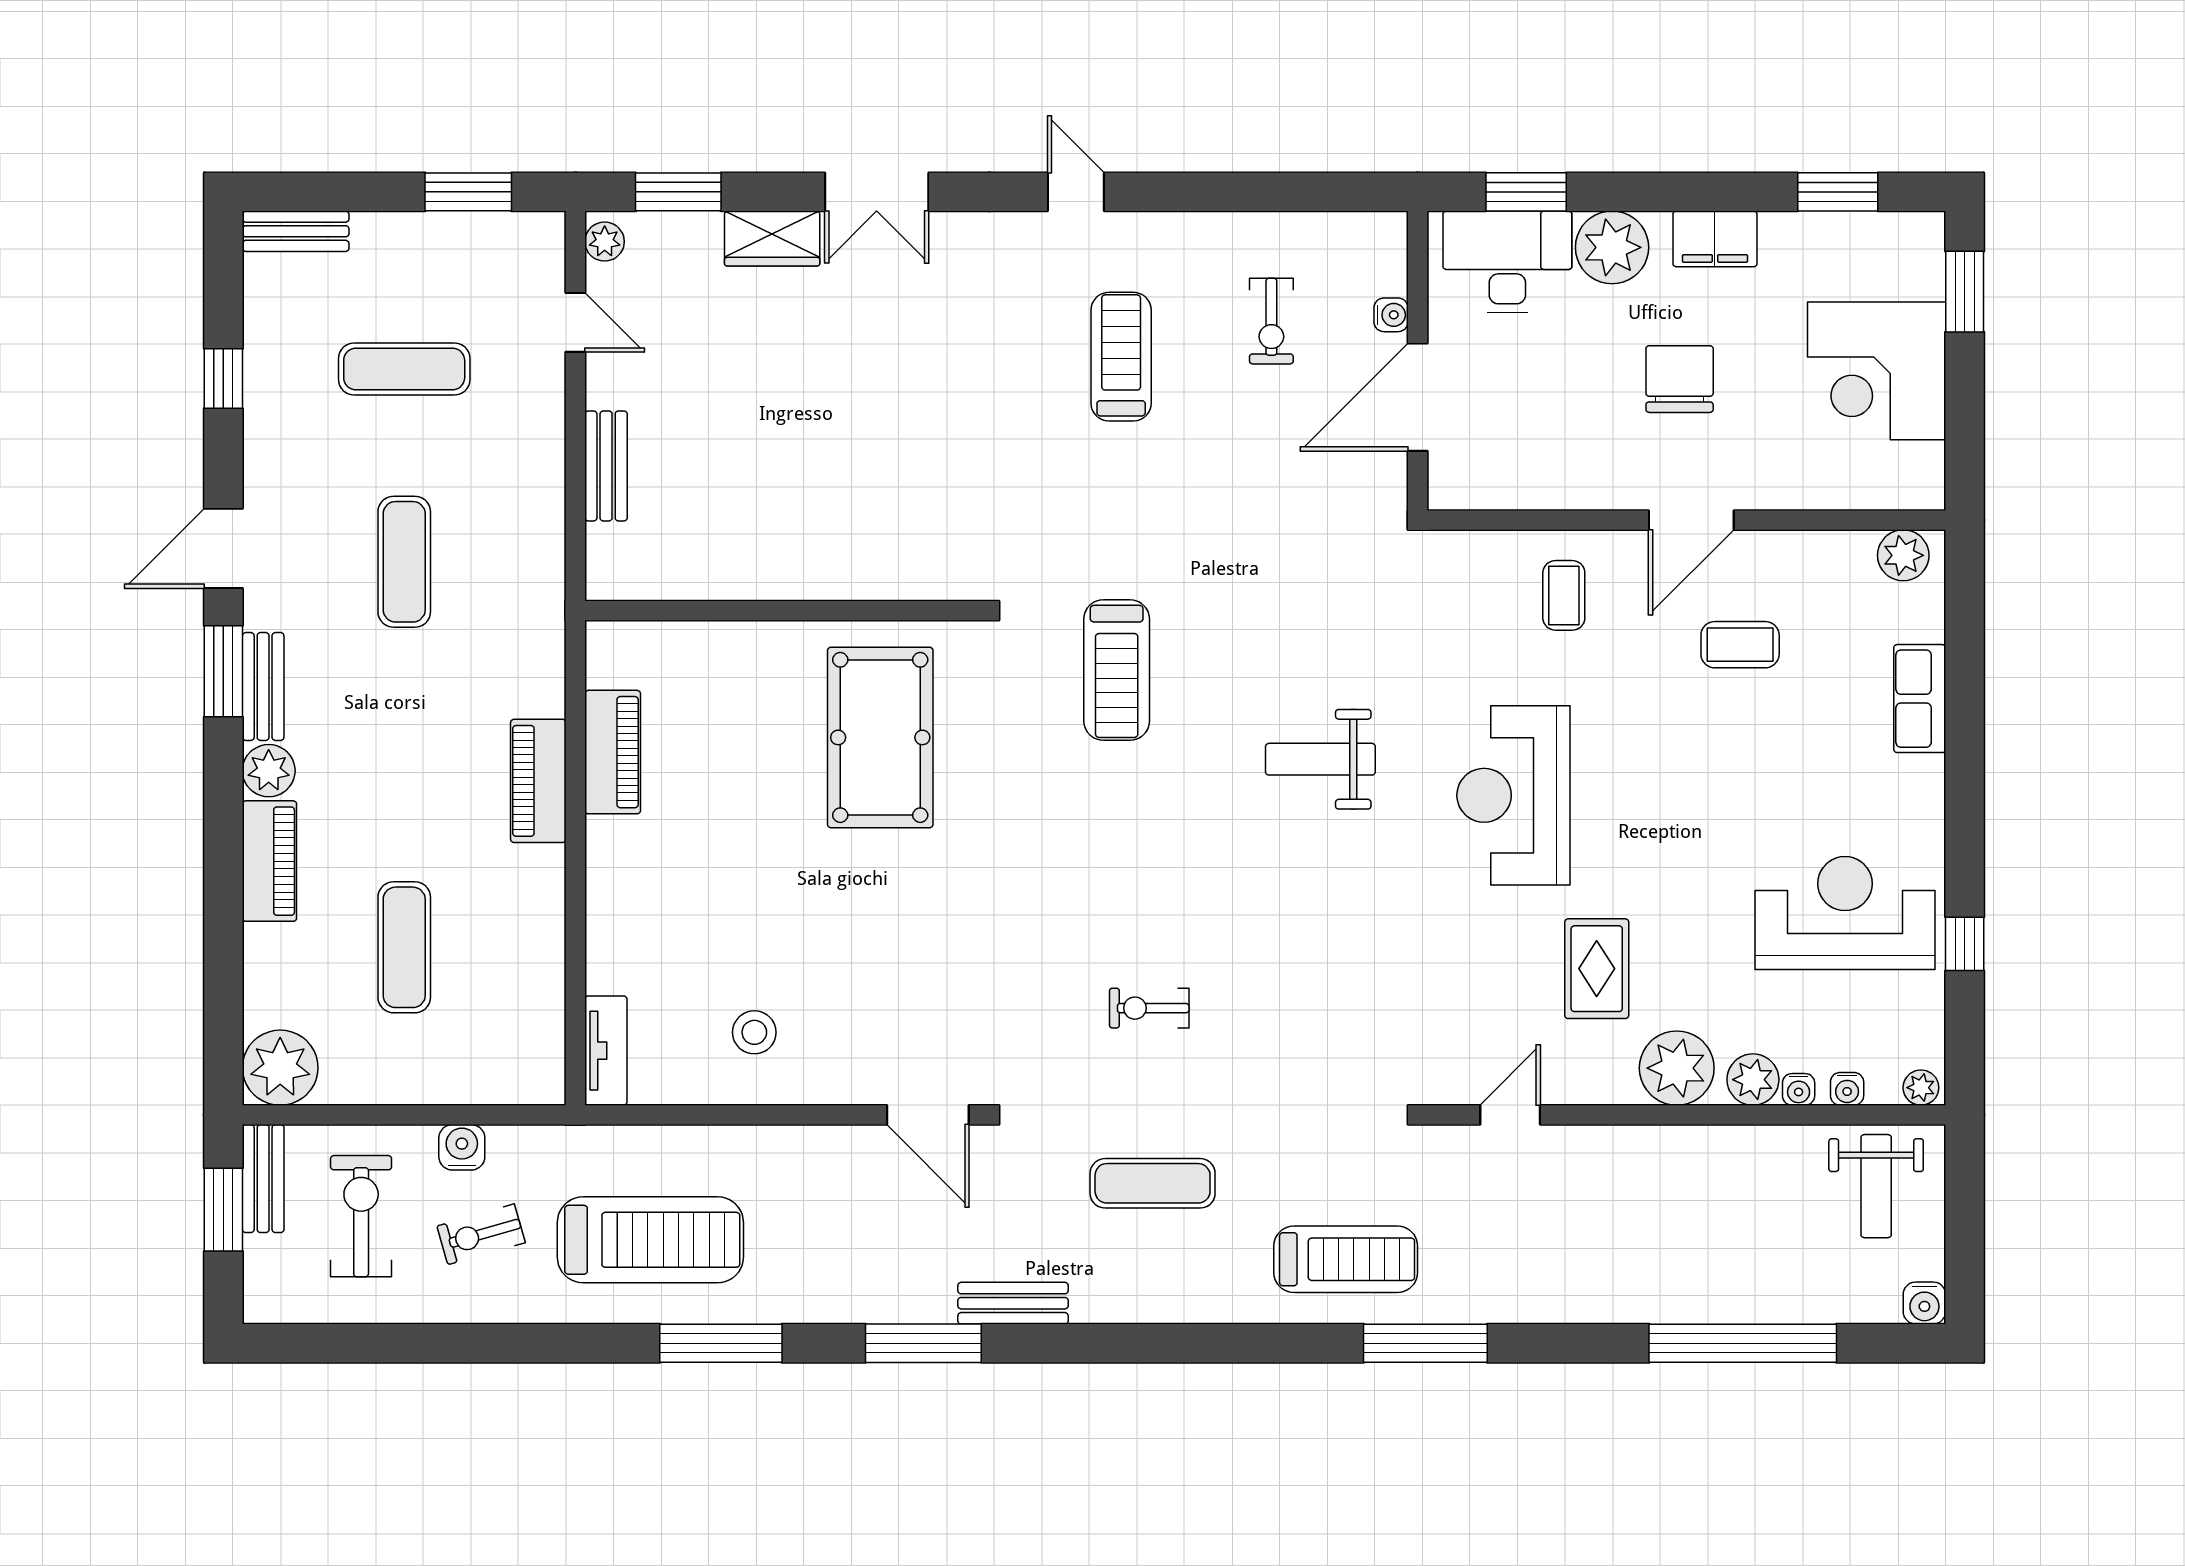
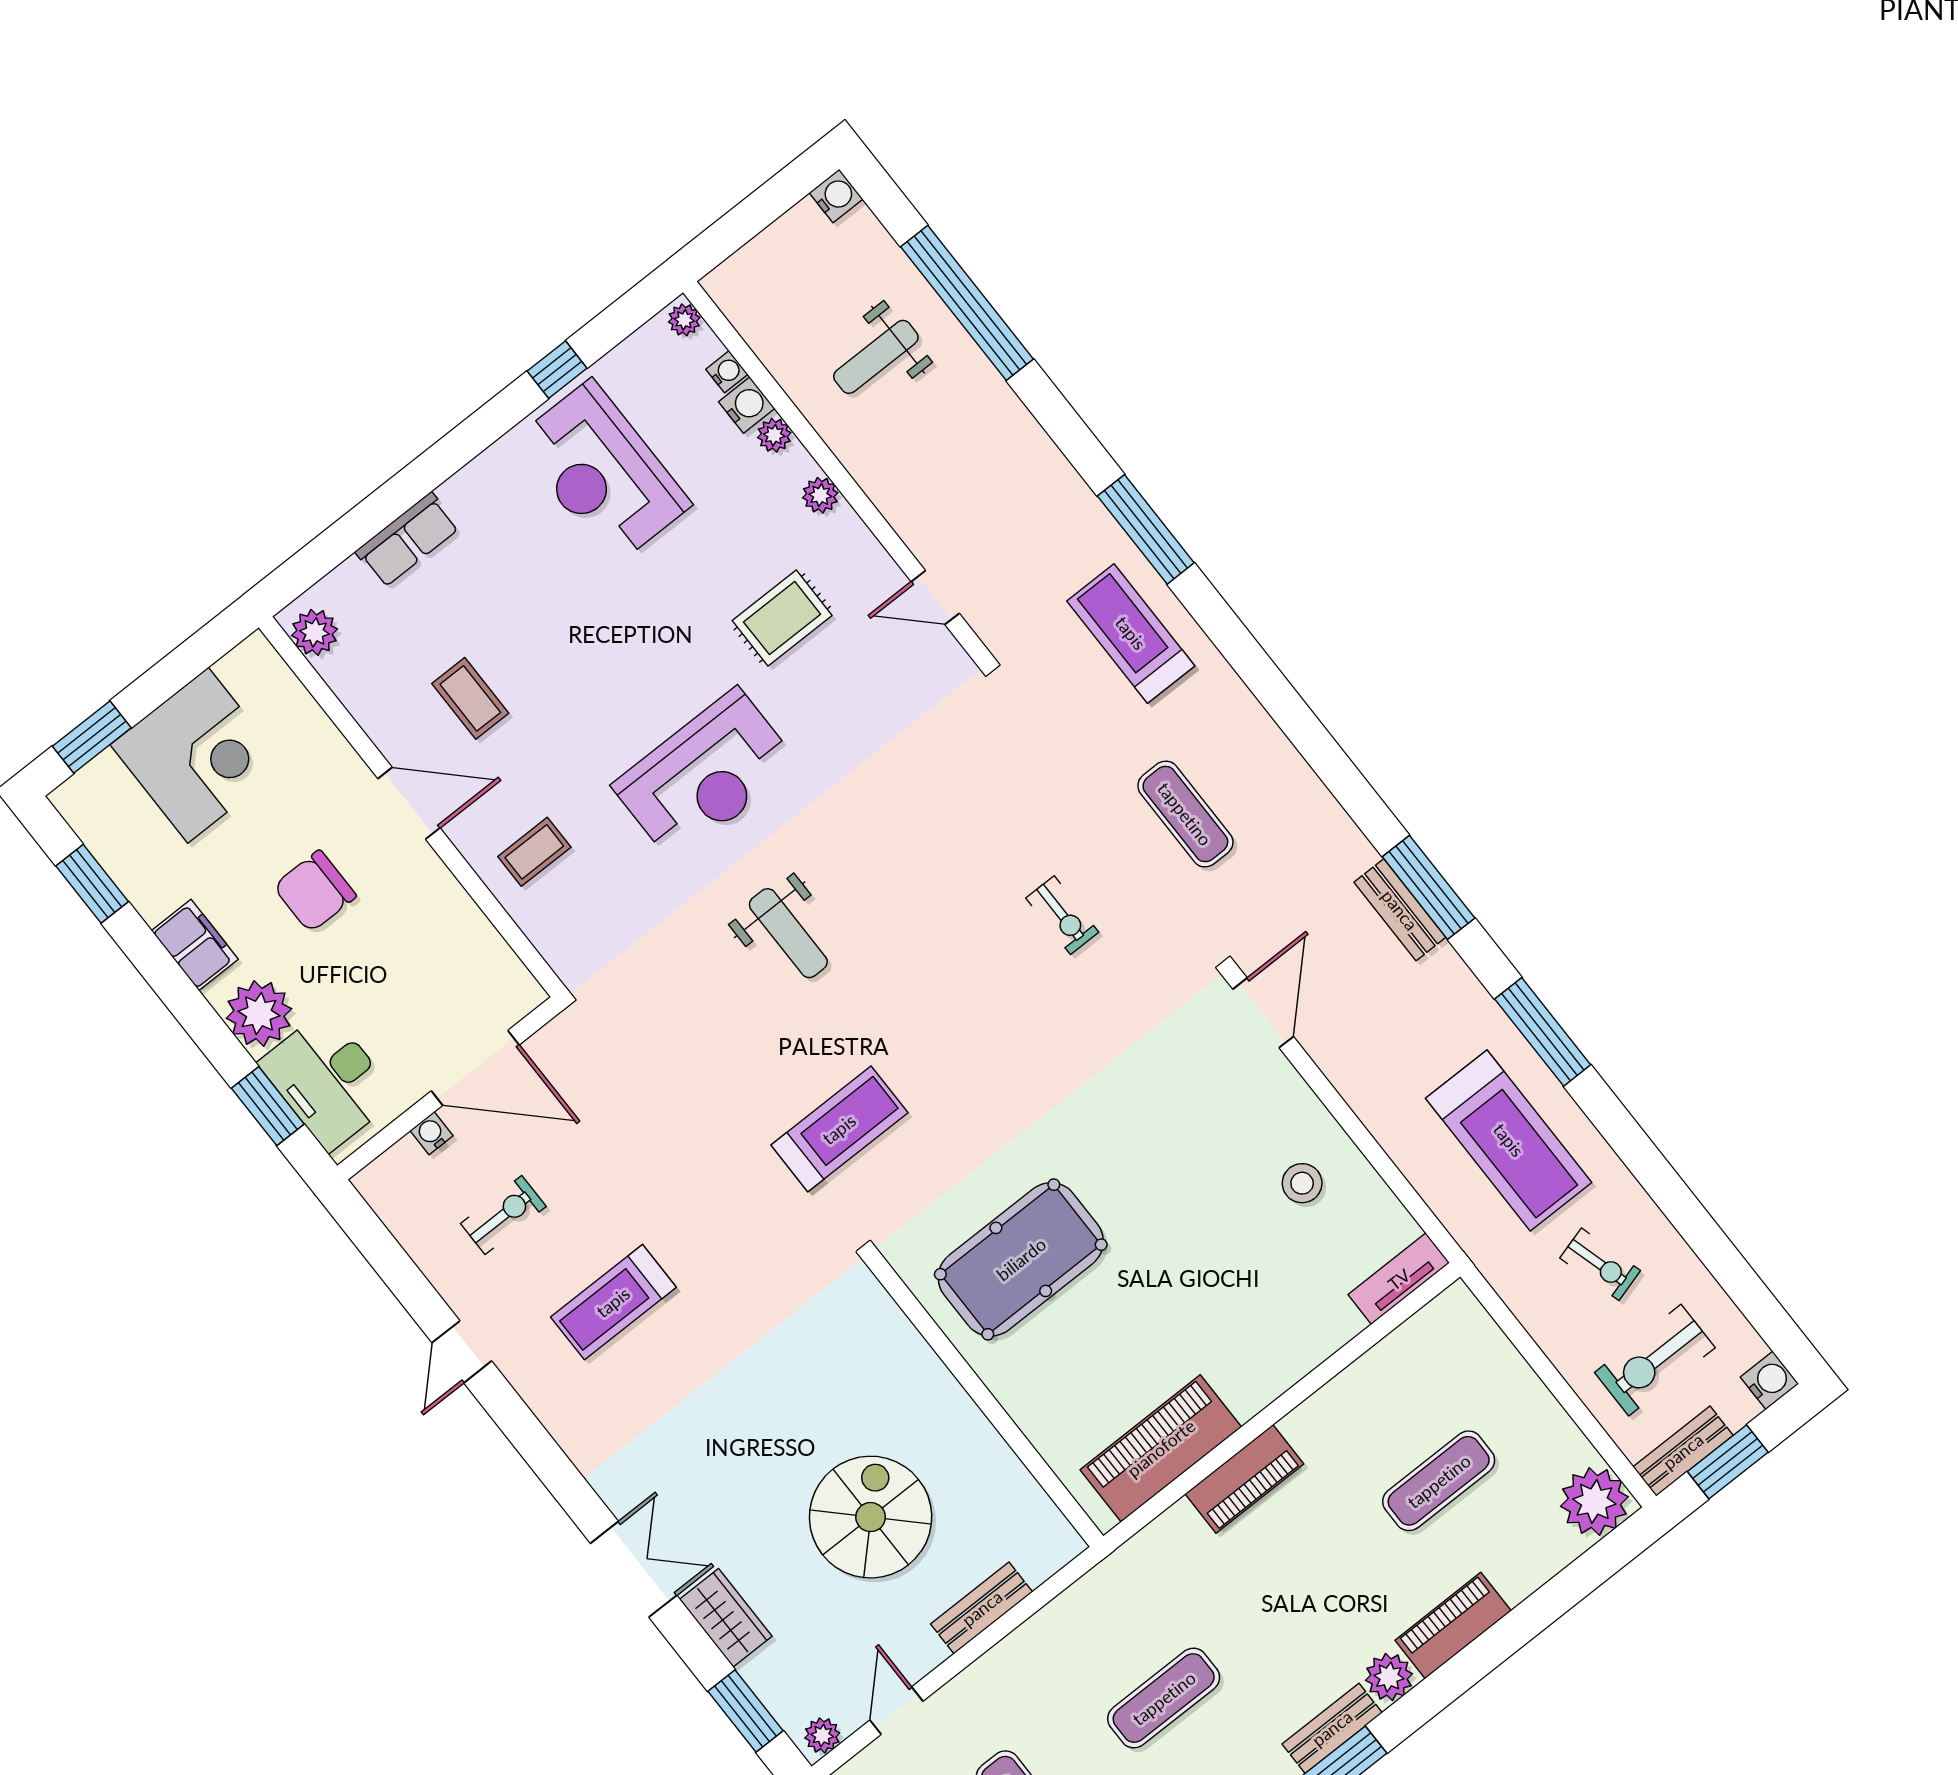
door: (1076, 192) -> (462, 1352), moved
spiral stairs: (760, 432) -> (871, 1517), added
piano: (613, 752) -> (1161, 1448), width x1.37, depth x1.33
plant: (1677, 1068) -> (820, 495), width x0.53, depth x0.53
plant: (1753, 1080) -> (774, 435), width x0.73, depth x0.73
water cooler: (1799, 1089) -> (747, 405), width x1.38, depth x1.38
water cooler: (462, 1147) -> (1769, 1380), moved, turned 180
weight bench: (1876, 1186) -> (876, 357), moved, turned 180
treadmill: (650, 1240) -> (1509, 1140), turned 180
bench: (1013, 1303) -> (1400, 910), moved

